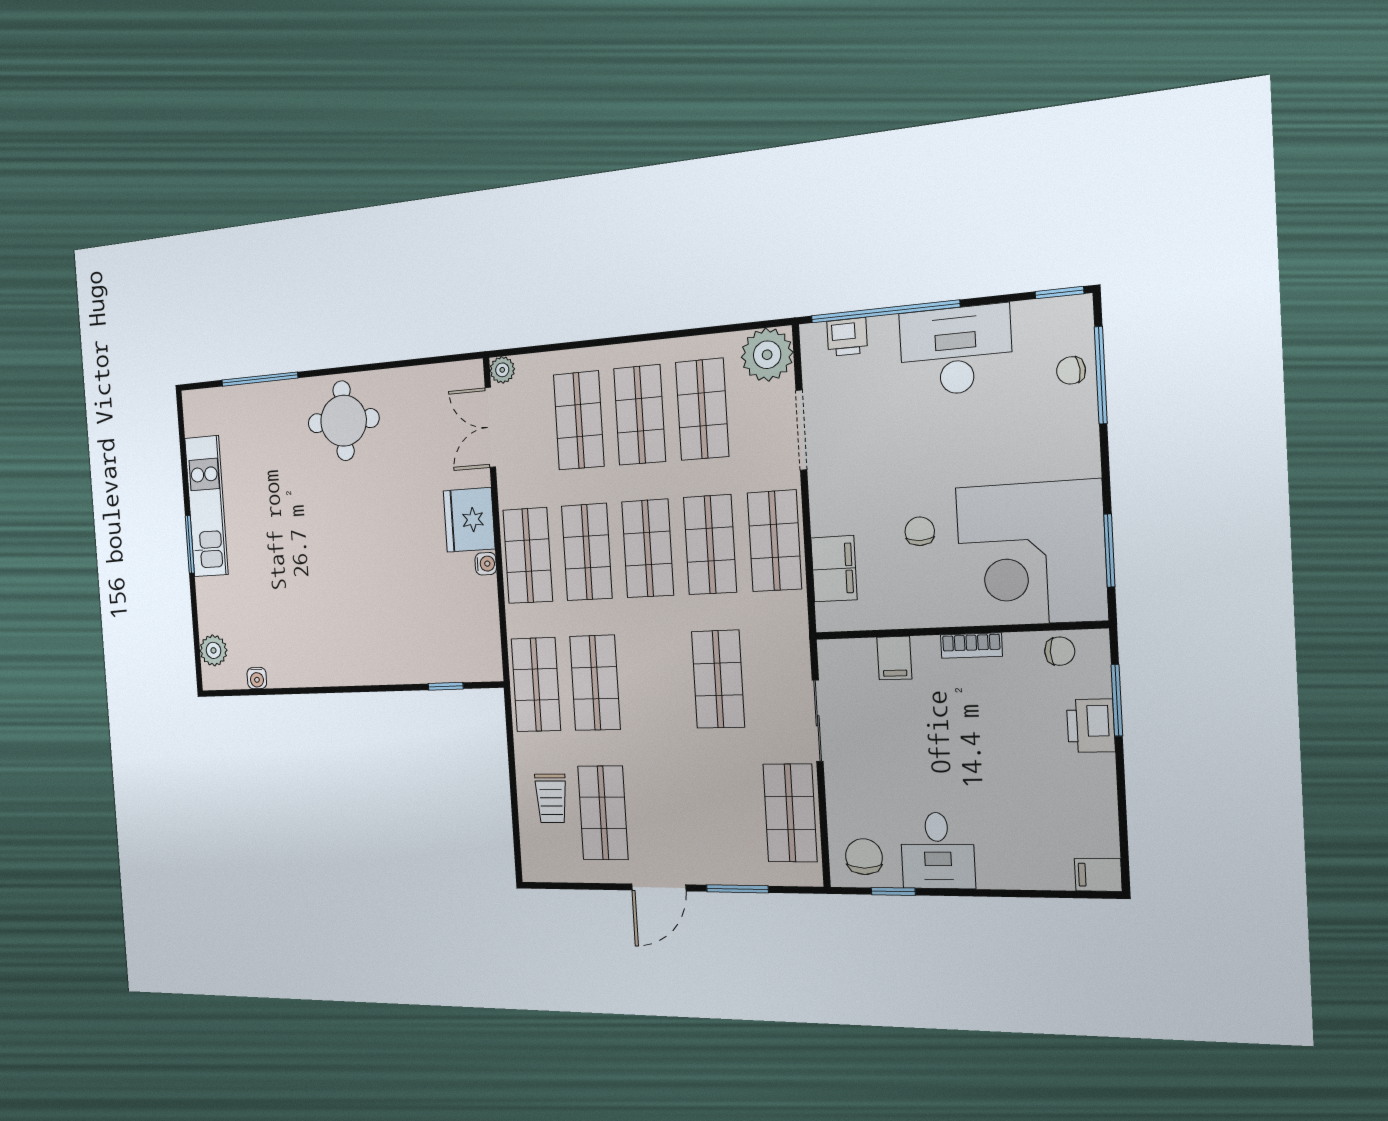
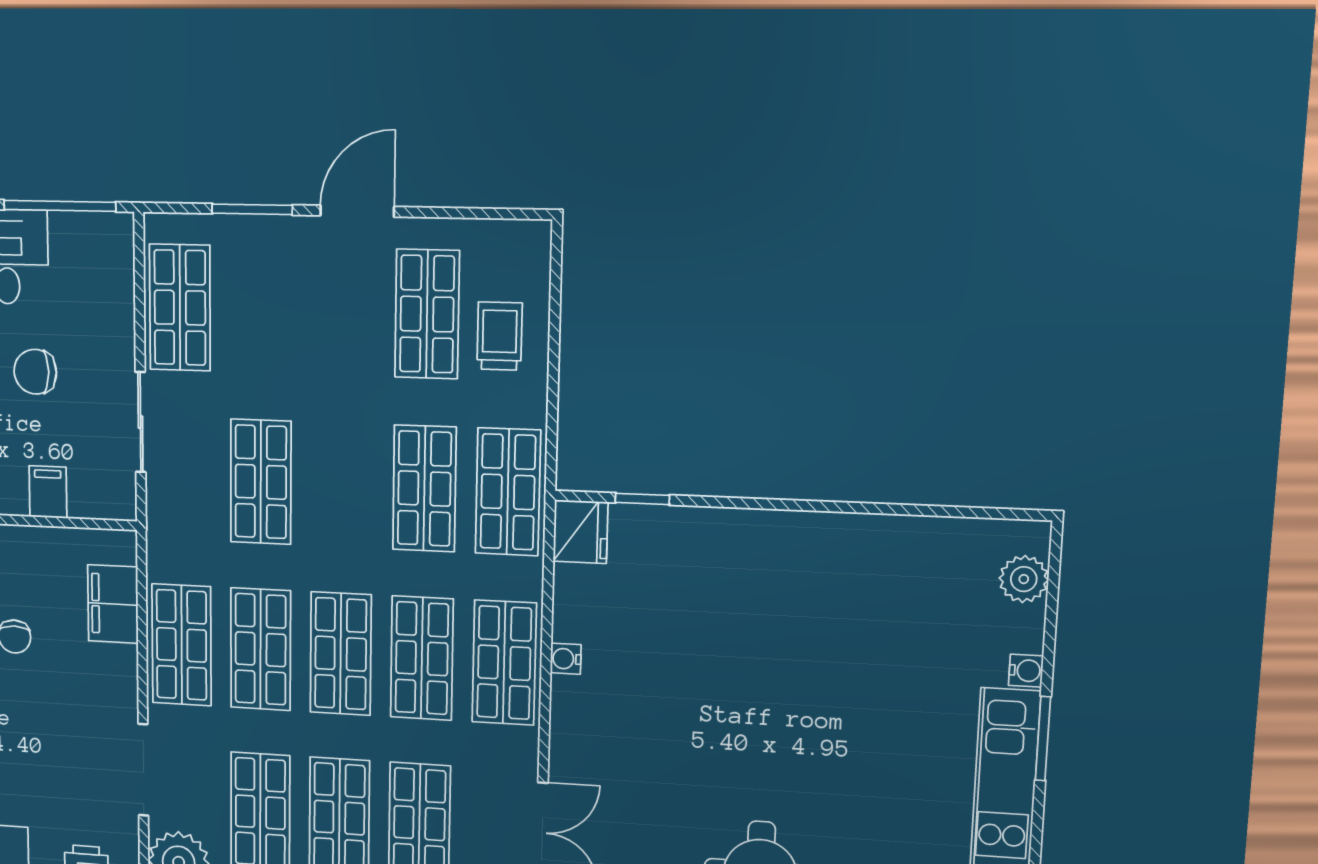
fridge: (469, 520) -> (580, 532), moved, width x0.73, depth x0.75
water cooler: (257, 678) -> (1026, 671), moved, turned 90
chair: (864, 857) -> (35, 372), moved, turned 90
window: (893, 891) -> (60, 206), width x2.17

